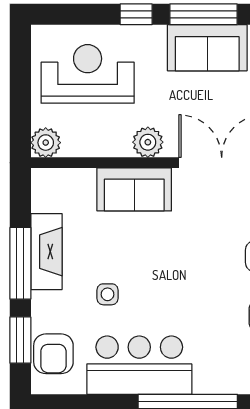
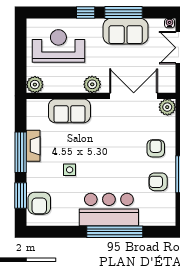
sofa: (134, 189) -> (69, 111), moved
fireplace: (46, 252) -> (33, 146), width x0.73, depth x0.76
bar counter: (139, 365) -> (109, 210), moved

